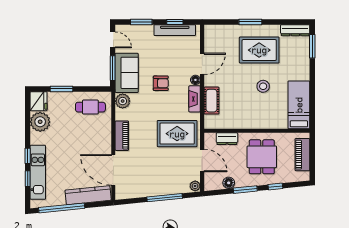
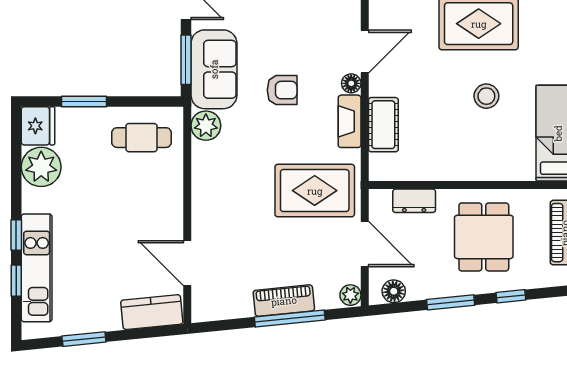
piano: (122, 136) -> (284, 301), moved, turned -96
door: (113, 170) -> (187, 263), width x0.73
floor lamp: (229, 183) -> (394, 291), moved
kitchen counter: (88, 195) -> (152, 312), width x0.67
window: (62, 208) -> (84, 339), width x0.47

